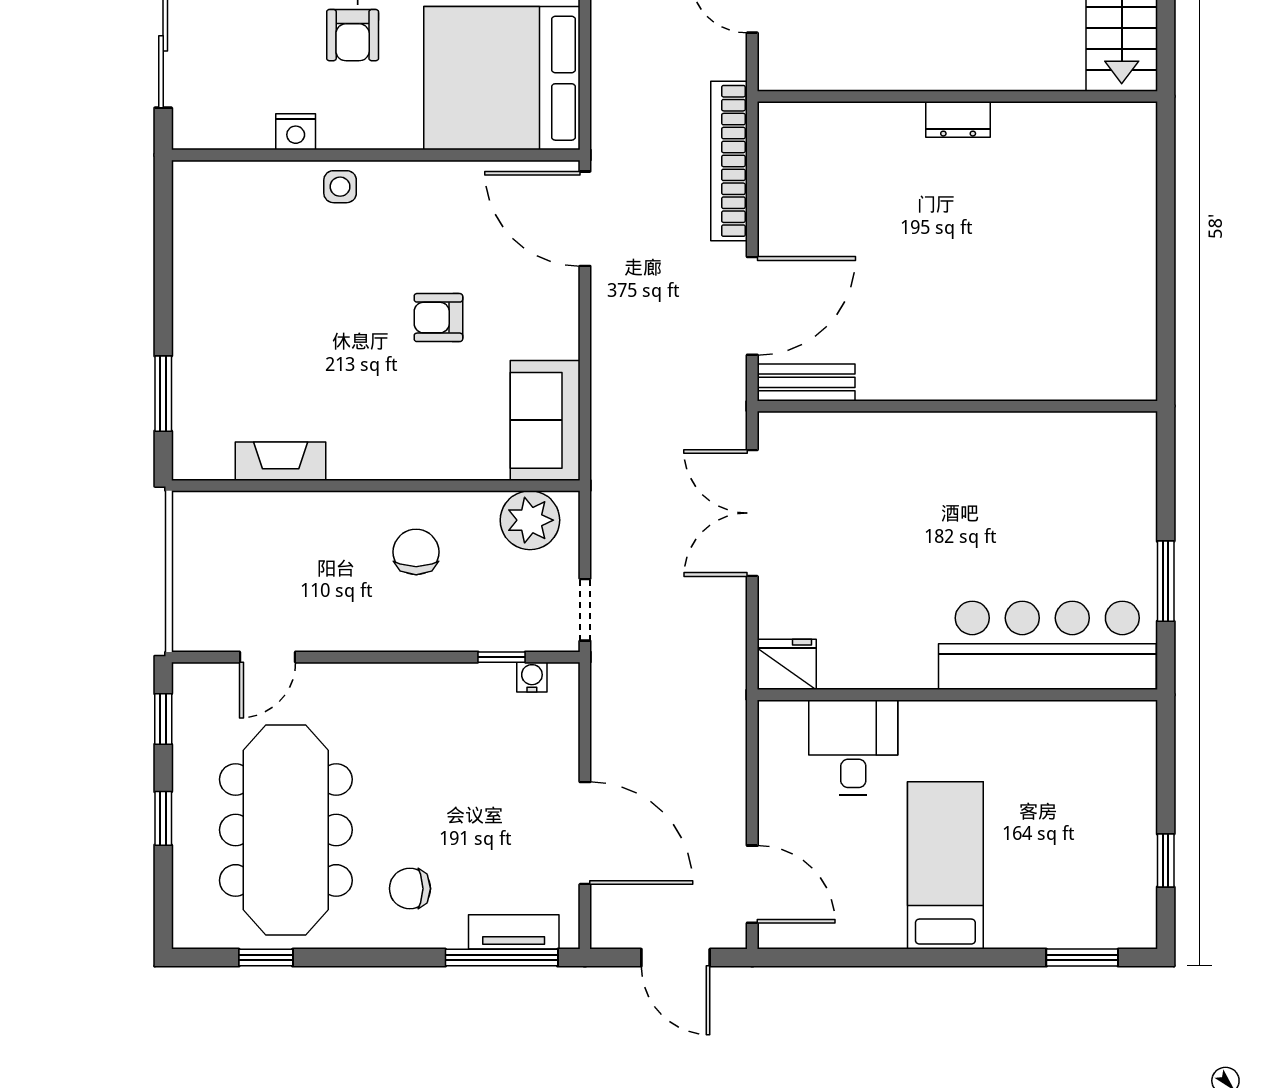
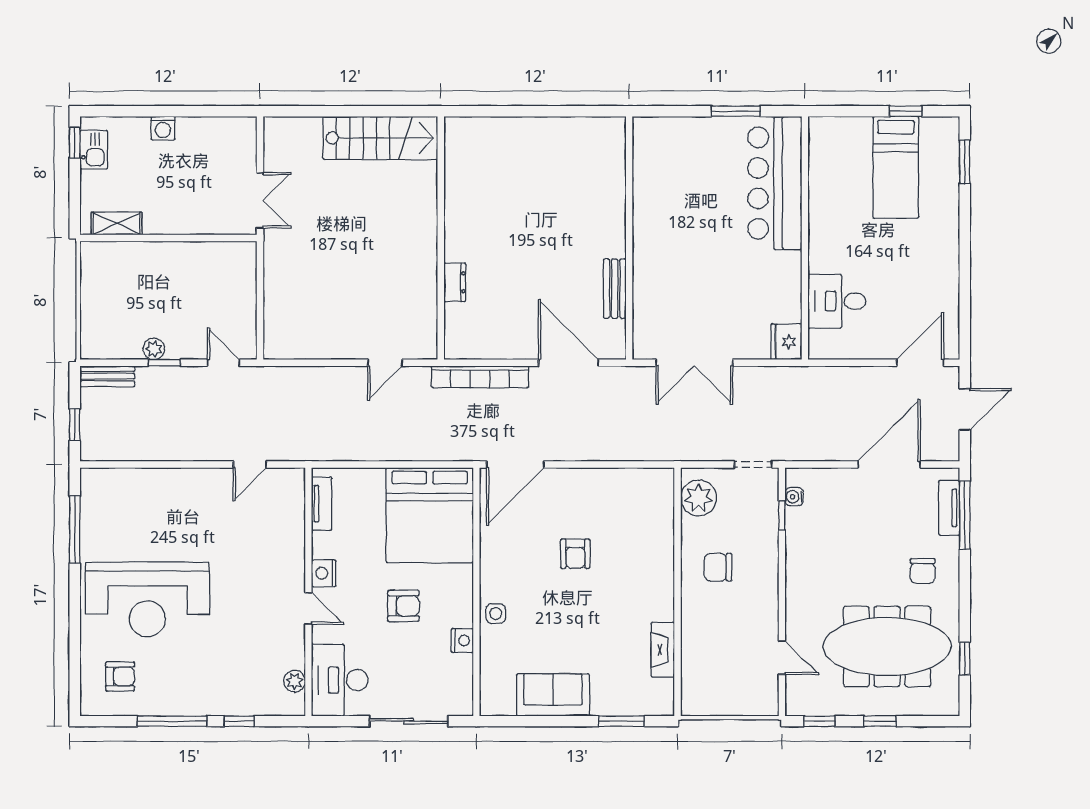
dresser: (958, 119) -> (455, 282), moved
bench: (806, 382) -> (615, 289), moved
sofa: (545, 420) -> (553, 695), moved, turned 180
bed: (945, 865) -> (896, 167), moved, turned -90

